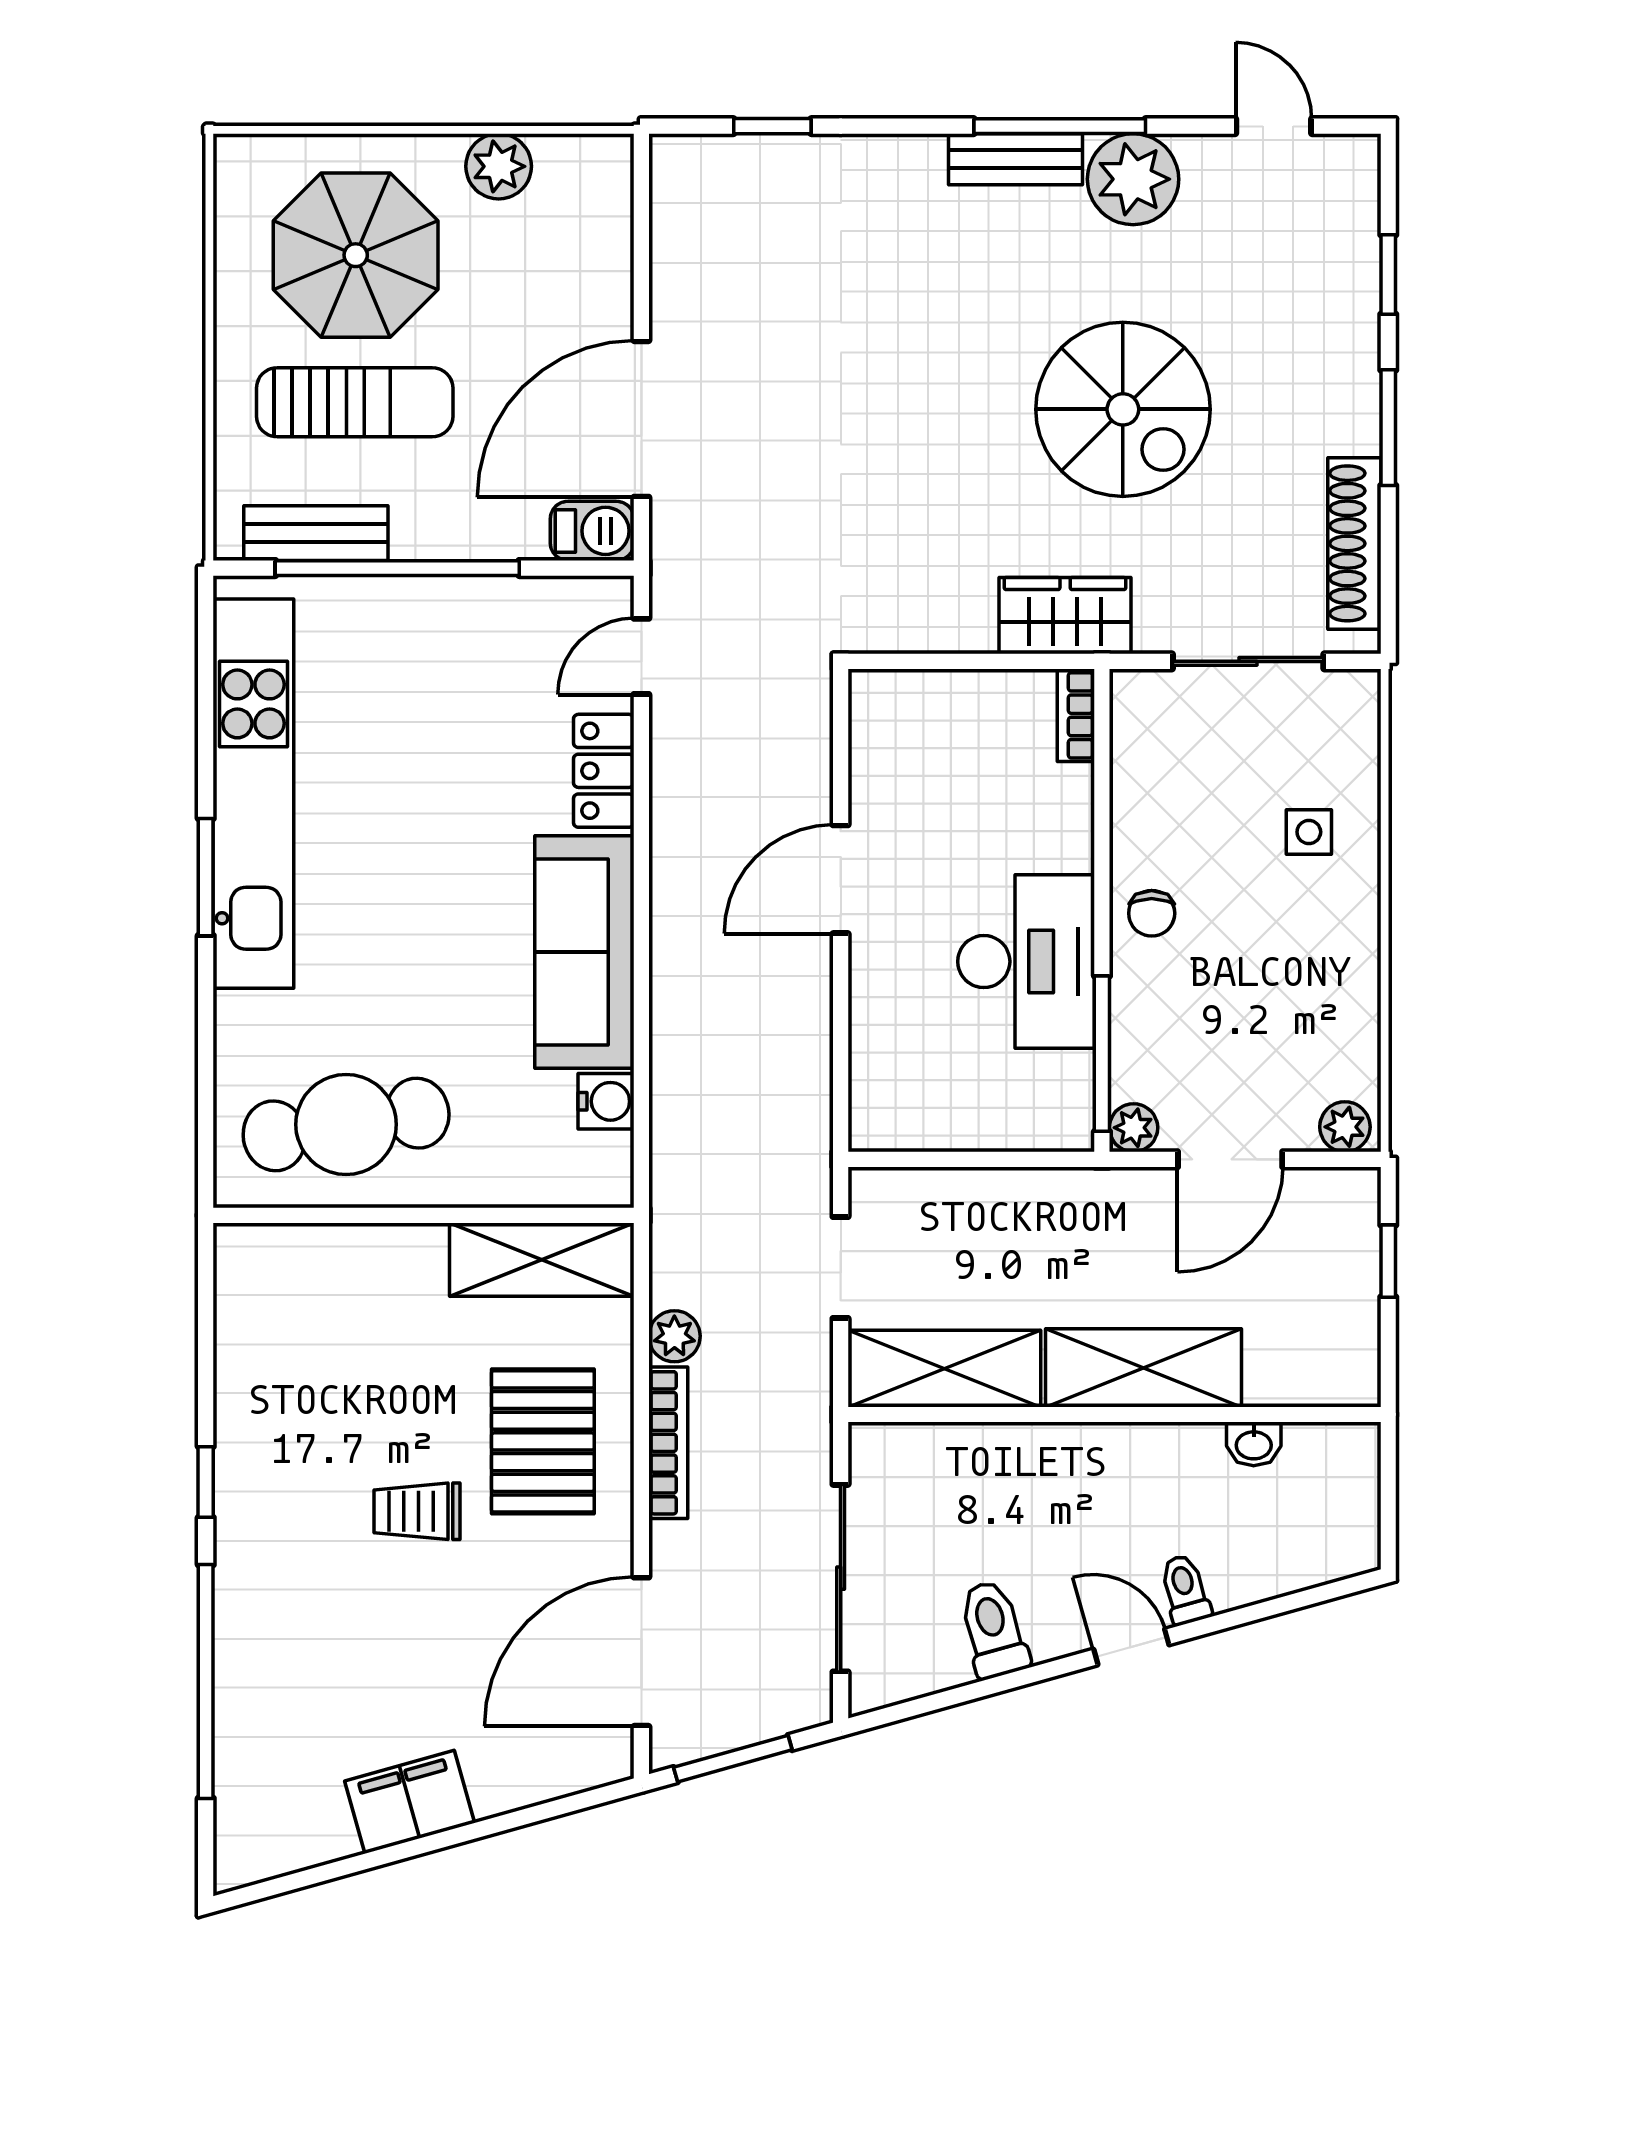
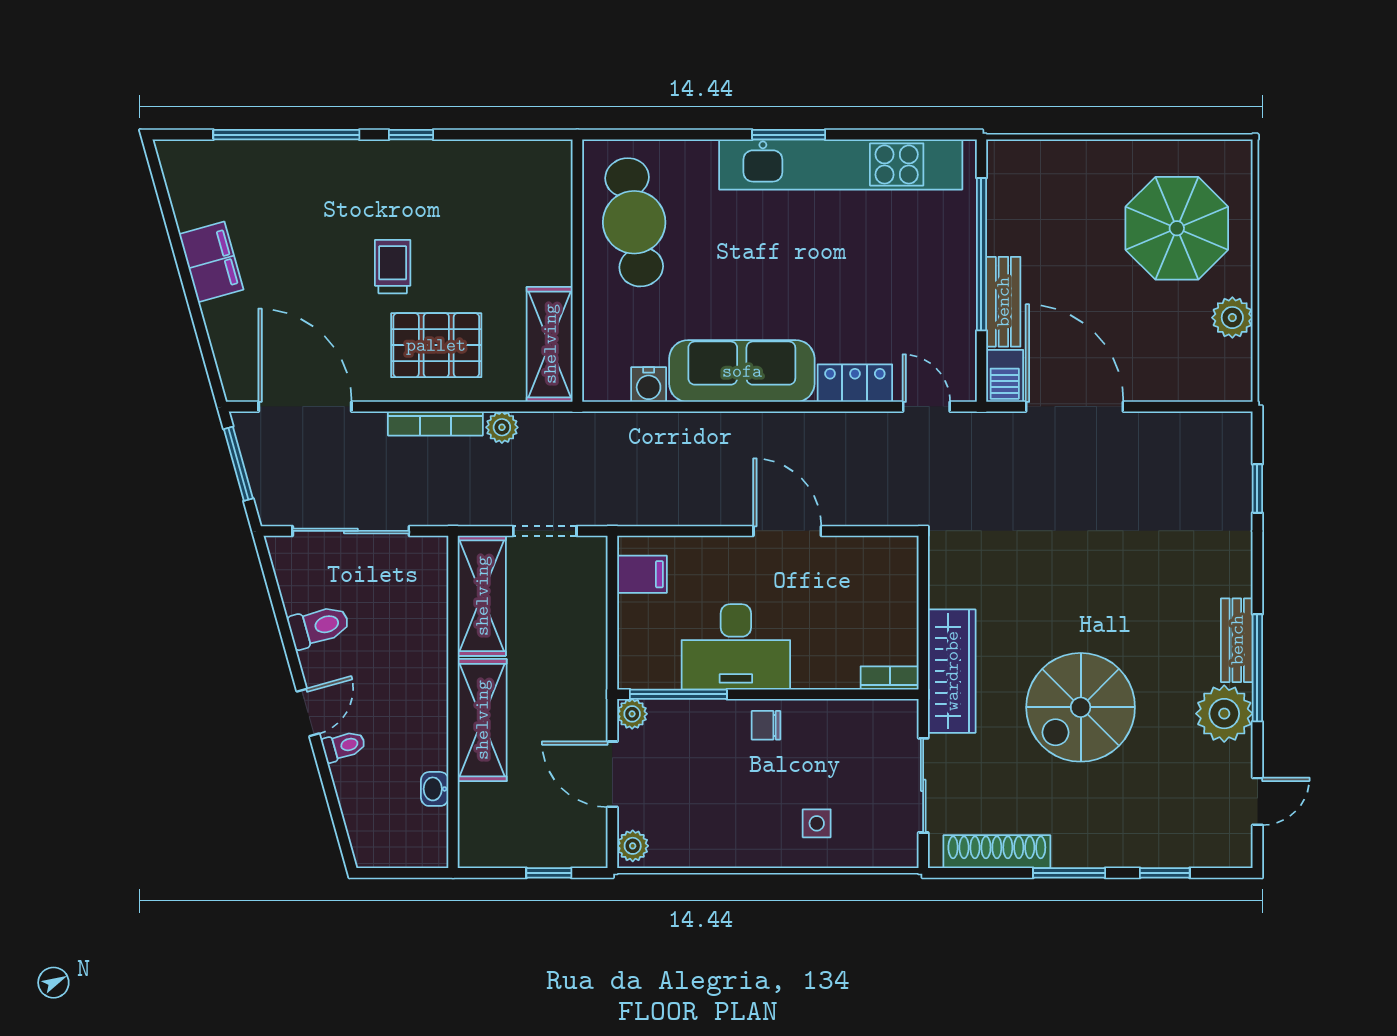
sun lounger: (355, 402) -> (1085, 228), removed
bench: (316, 533) -> (1003, 302), moved
wardrobe: (1065, 616) -> (952, 671), width x1.50
filing cabinet: (910, 1112) -> (642, 574), added

